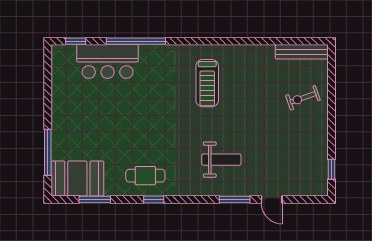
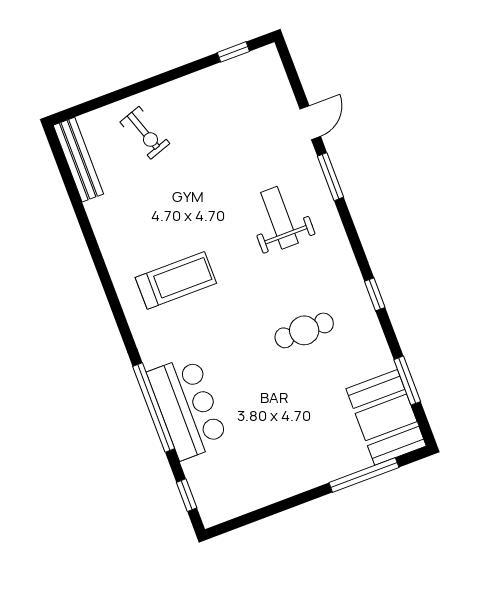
bar counter: (108, 61) -> (188, 408), moved
cafe table: (145, 176) -> (304, 330), moved, turned 90

